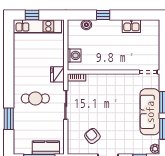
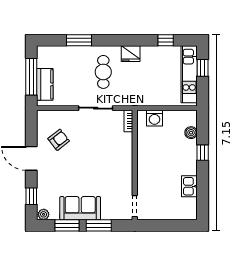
window: (9, 46) -> (166, 40), added
fridge: (57, 74) -> (131, 54), moved, turned 180
sofa: (150, 112) -> (80, 208), width x0.73

